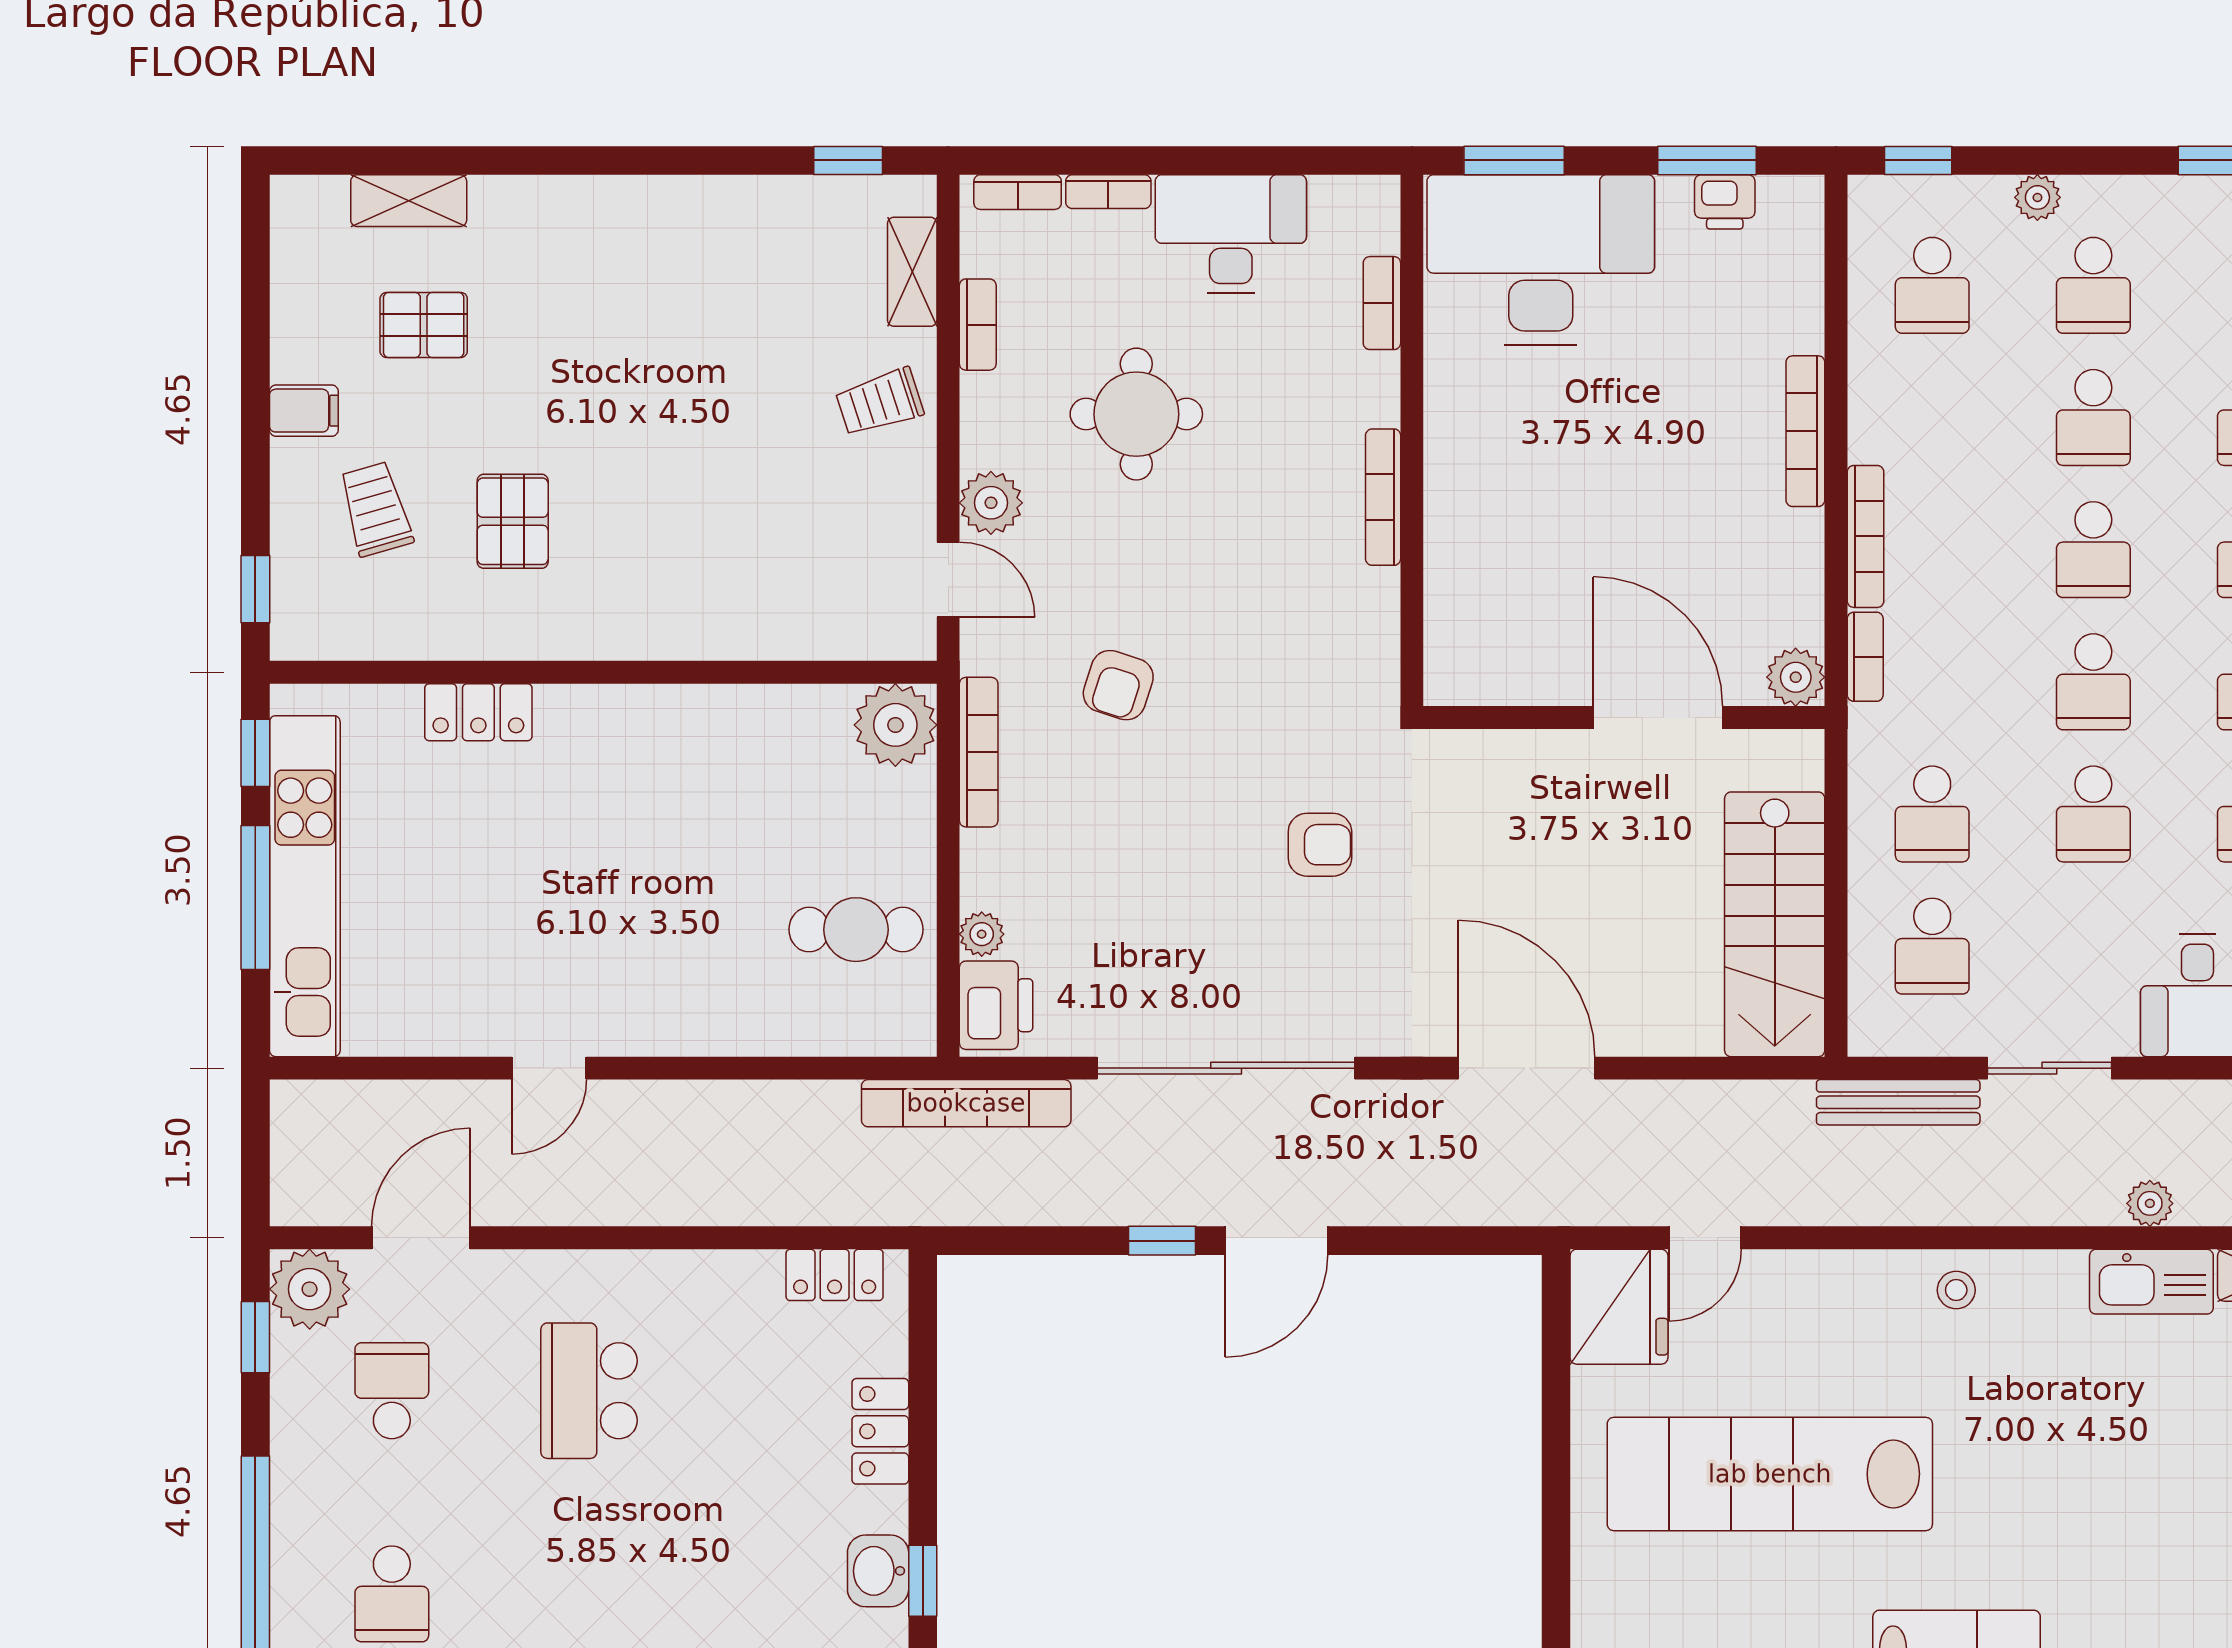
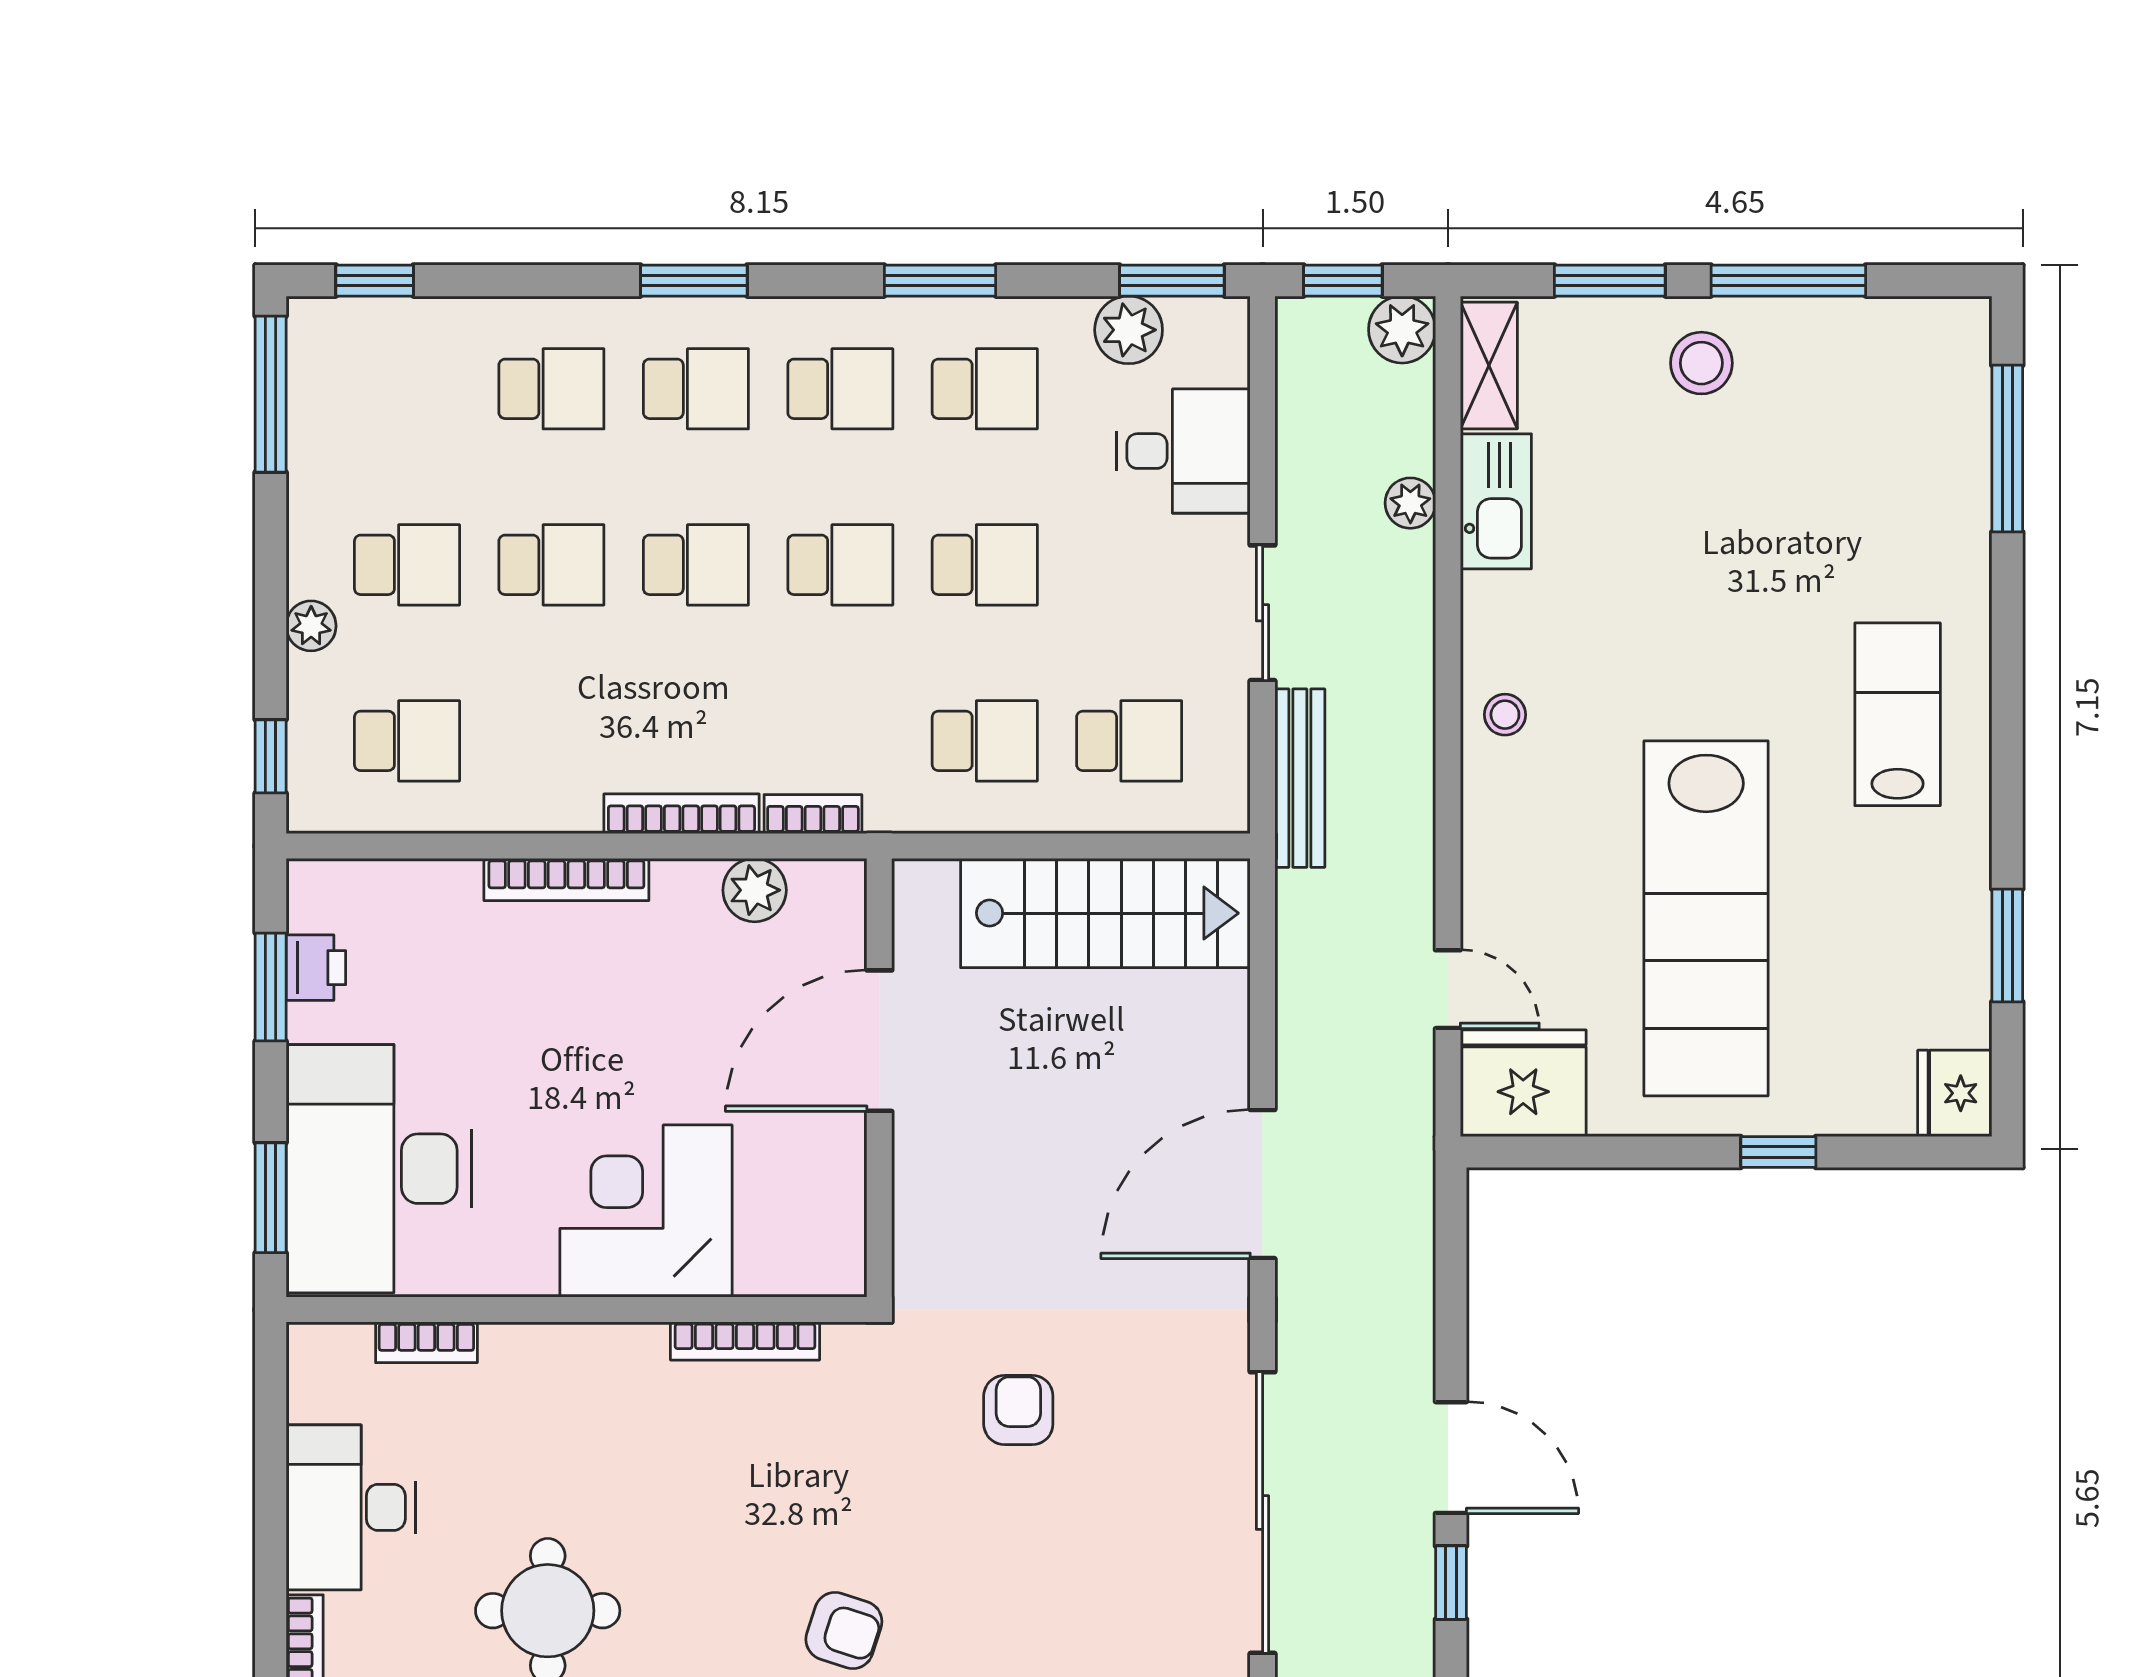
bookcase: (1383, 497) -> (745, 1341), moved
corner desk: (1502, 504) -> (646, 1211), added
plant: (1796, 677) -> (755, 890), moved
window: (1556, 1540) -> (1778, 1152), added

